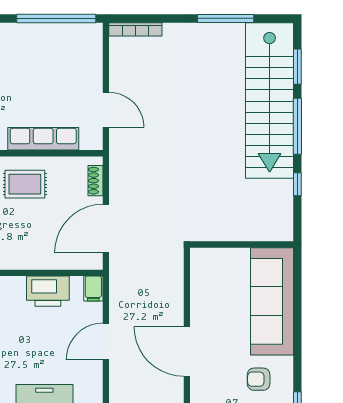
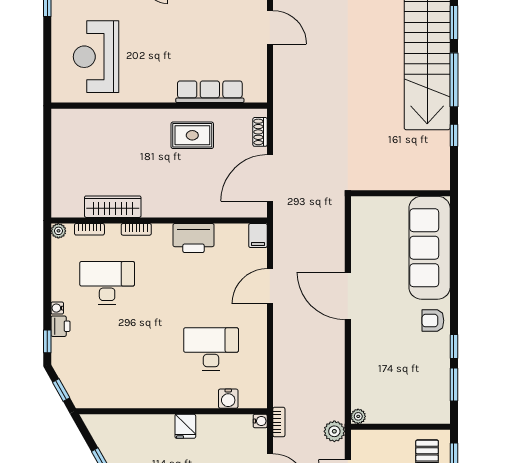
door: (106, 110) -> (270, 27), moved
printer: (48, 291) -> (194, 238), moved
armchair: (259, 379) -> (433, 321), moved

